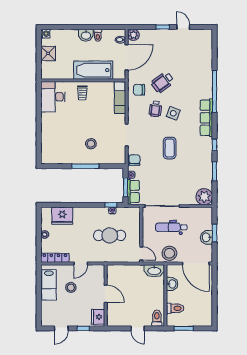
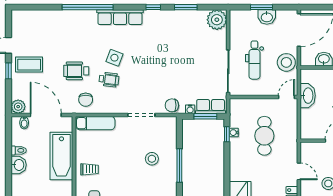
wheelchair: (163, 82) -> (76, 71), turned 127
coffee table: (170, 148) -> (29, 65), moved
washbasin: (154, 271) -> (308, 96), moved

